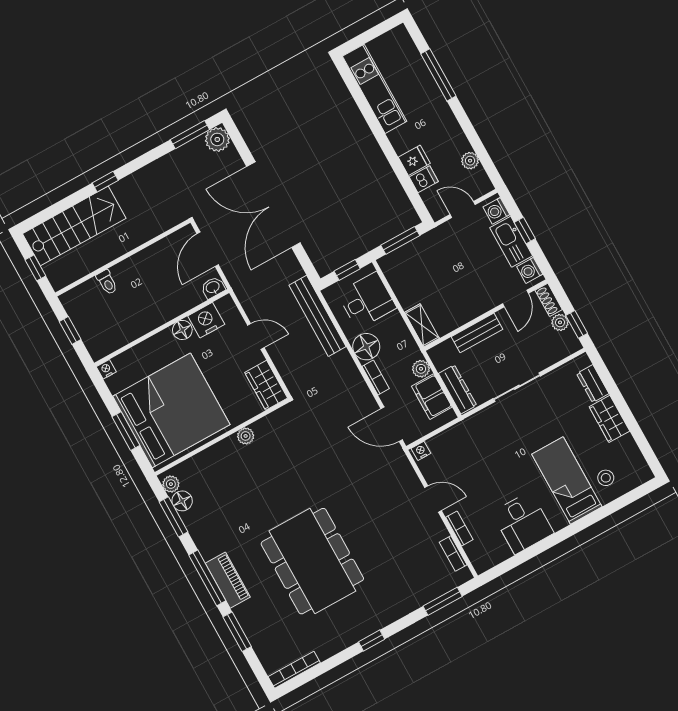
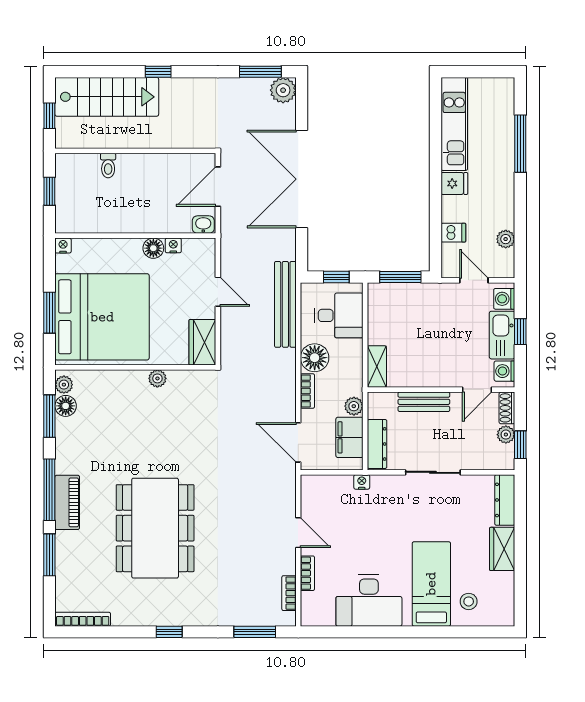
fridge: (414, 160) -> (454, 183), moved
nightstand: (206, 320) -> (173, 245), width x0.53, depth x0.56
dresser: (593, 384) -> (505, 500), width x1.44
nightstand: (421, 451) -> (362, 482), moved
desk: (523, 523) -> (369, 600), width x1.37

